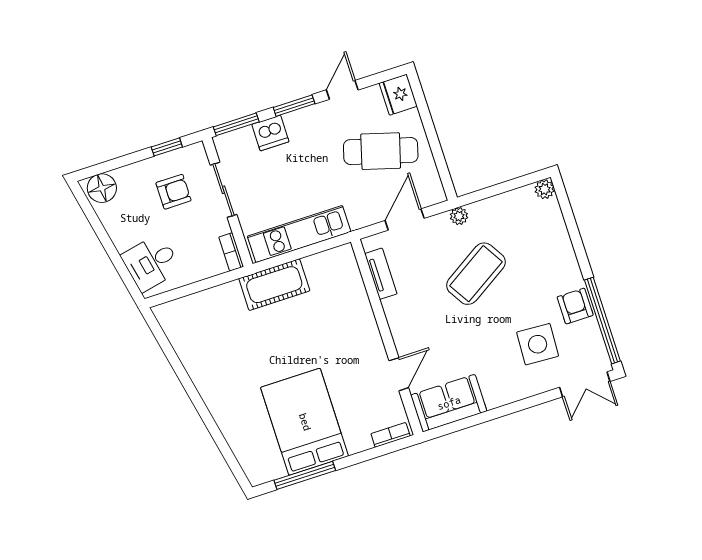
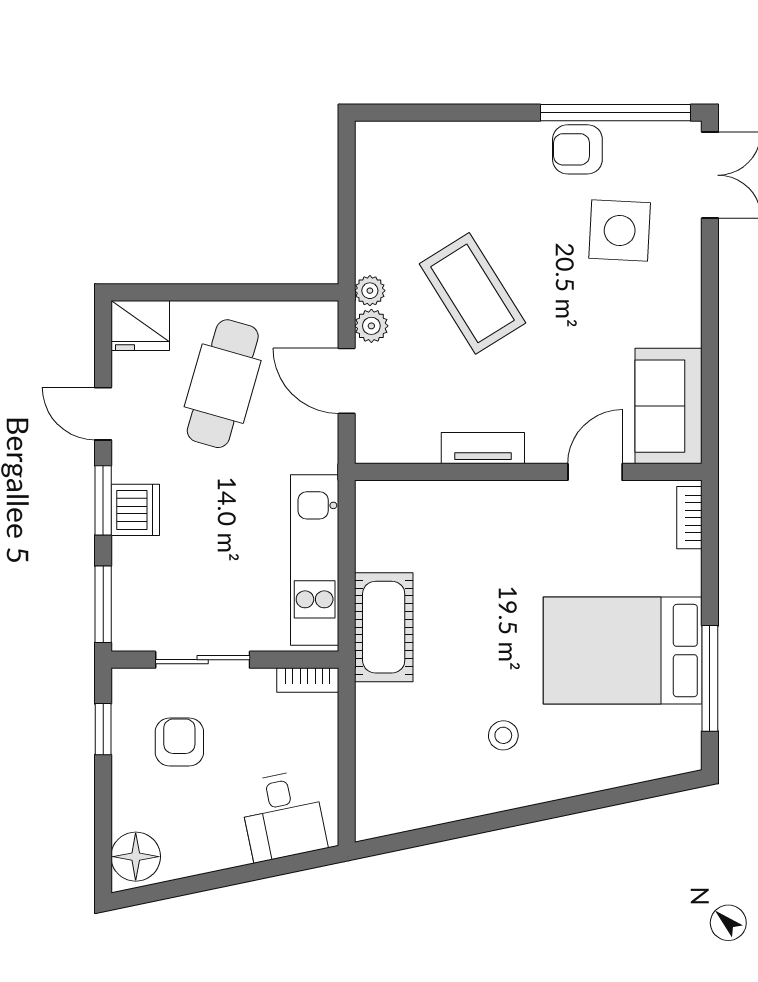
dishwasher: (270, 133) -> (135, 510), moved
plant: (545, 189) -> (371, 326), moved
tv unit: (381, 274) -> (483, 448), moved
stool: (236, 371) -> (503, 735), added
door: (399, 374) -> (595, 472), hinge flipped

